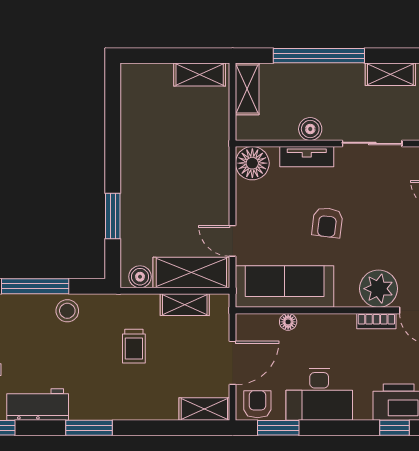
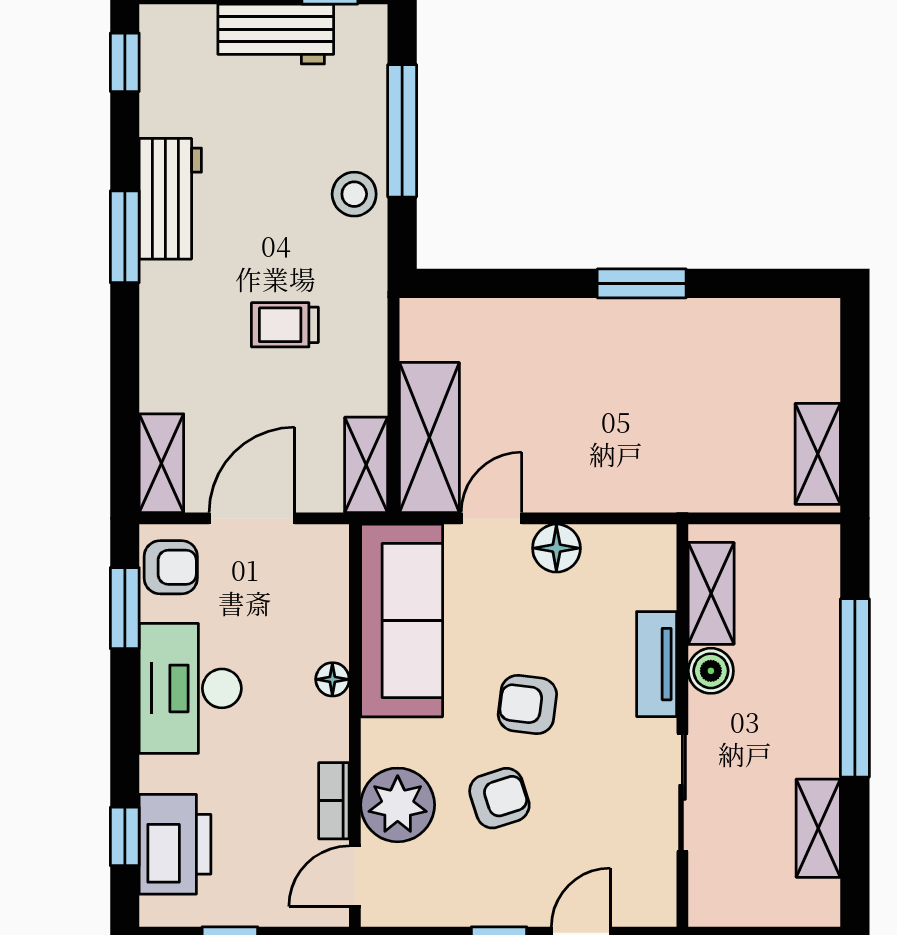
shelving: (247, 89) -> (711, 593), moved, turned 90
floor lamp: (252, 163) -> (556, 548), moved, width x0.73, depth x0.73
window: (113, 216) -> (642, 283), moved
armchair: (375, 237) -> (499, 798), added
boiler: (140, 277) -> (421, 337), removed
shelving: (185, 305) -> (366, 465), moved
floor lamp: (288, 322) -> (332, 679), moved
door: (233, 363) -> (252, 518), swing flipped
workbench: (38, 404) -> (170, 199), moved

